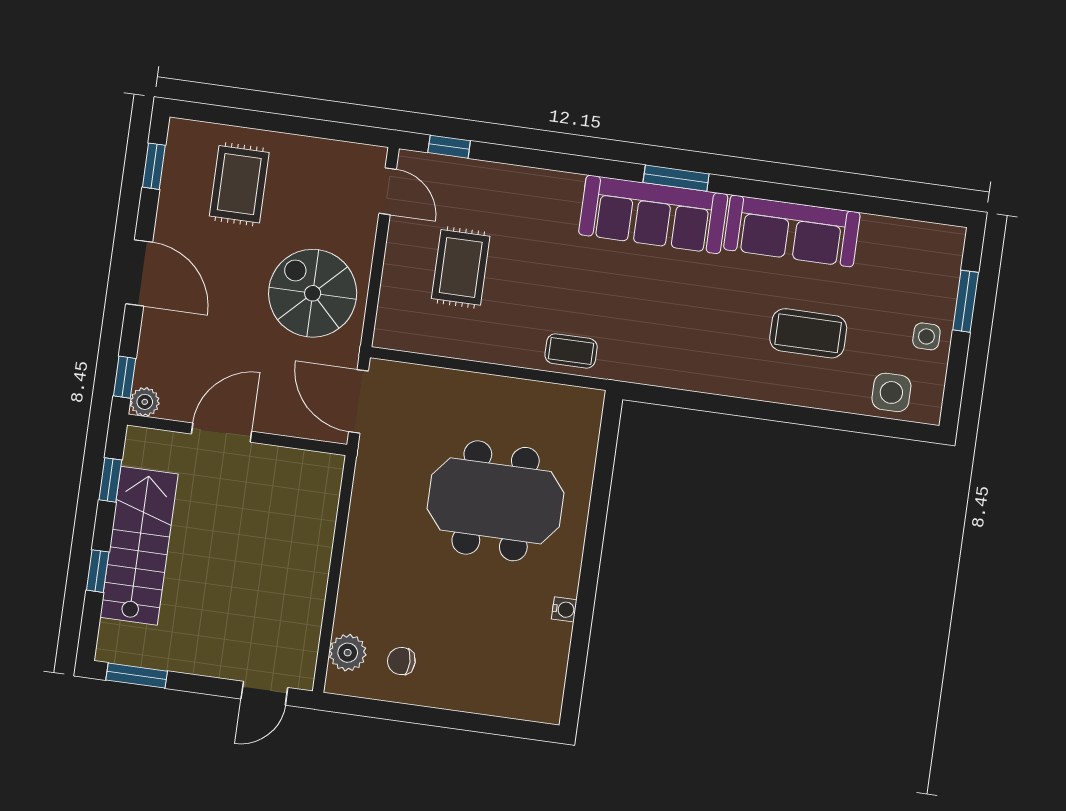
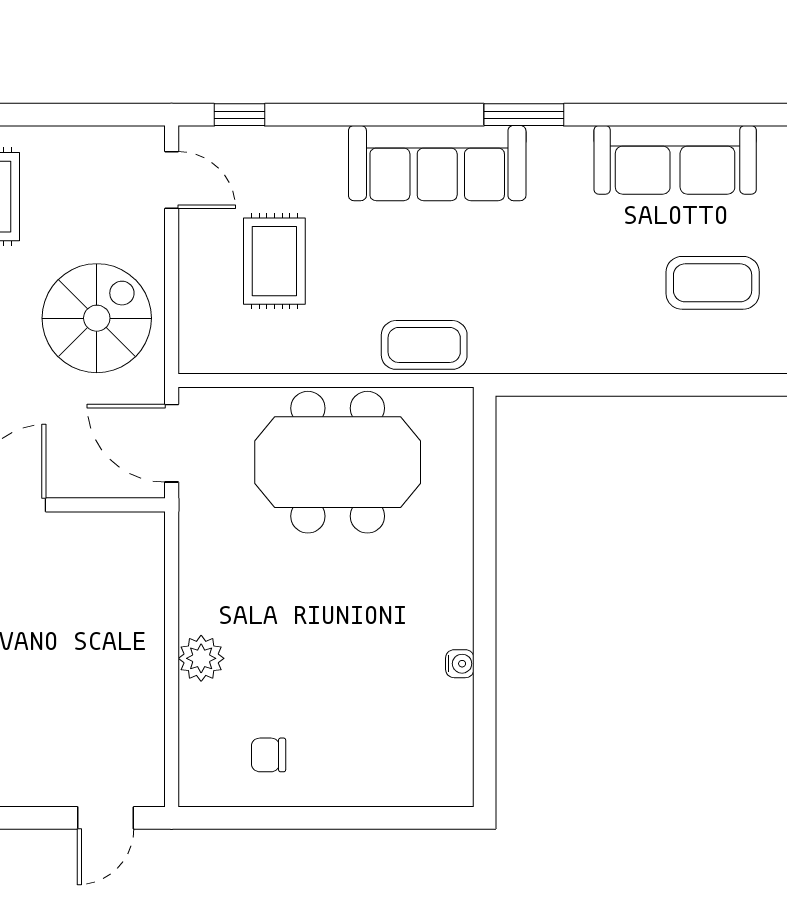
sofa: (653, 214) -> (437, 163), moved
spiral stairs: (313, 293) -> (97, 318), turned 90
coffee table: (571, 351) -> (424, 345), width x1.36, depth x1.30
meeting table: (496, 501) -> (338, 462), moved
plant: (348, 653) -> (201, 658), moved

